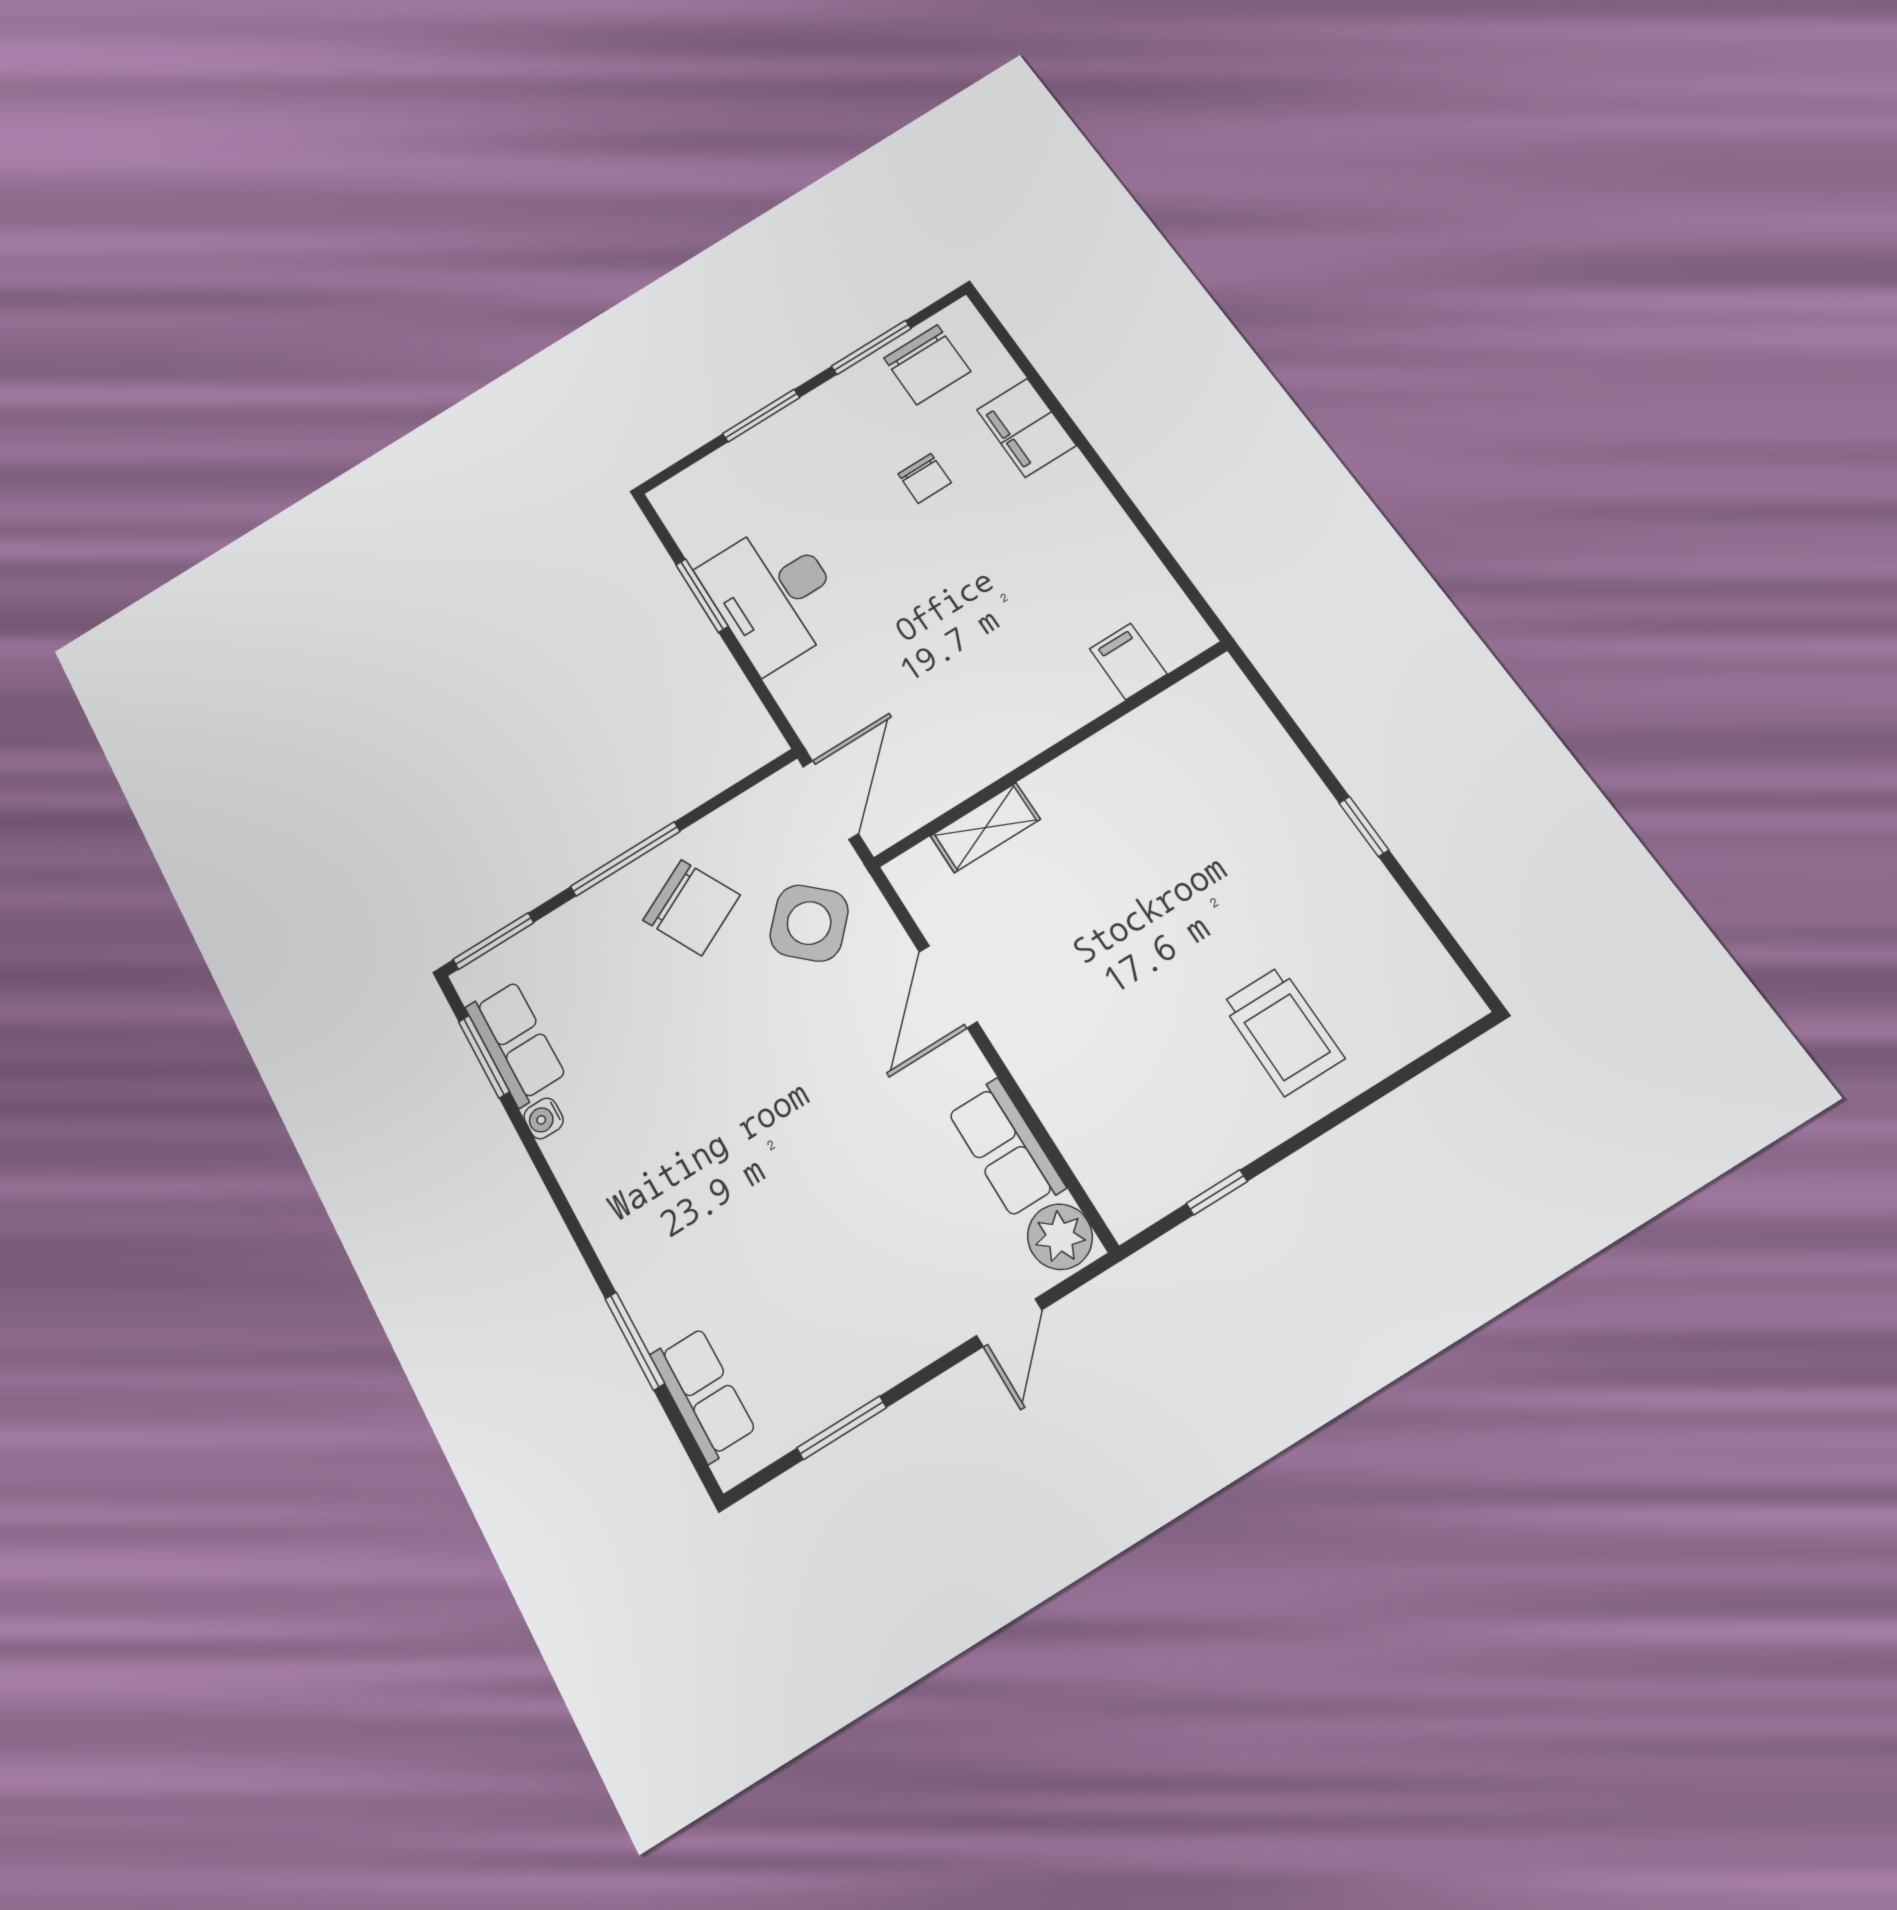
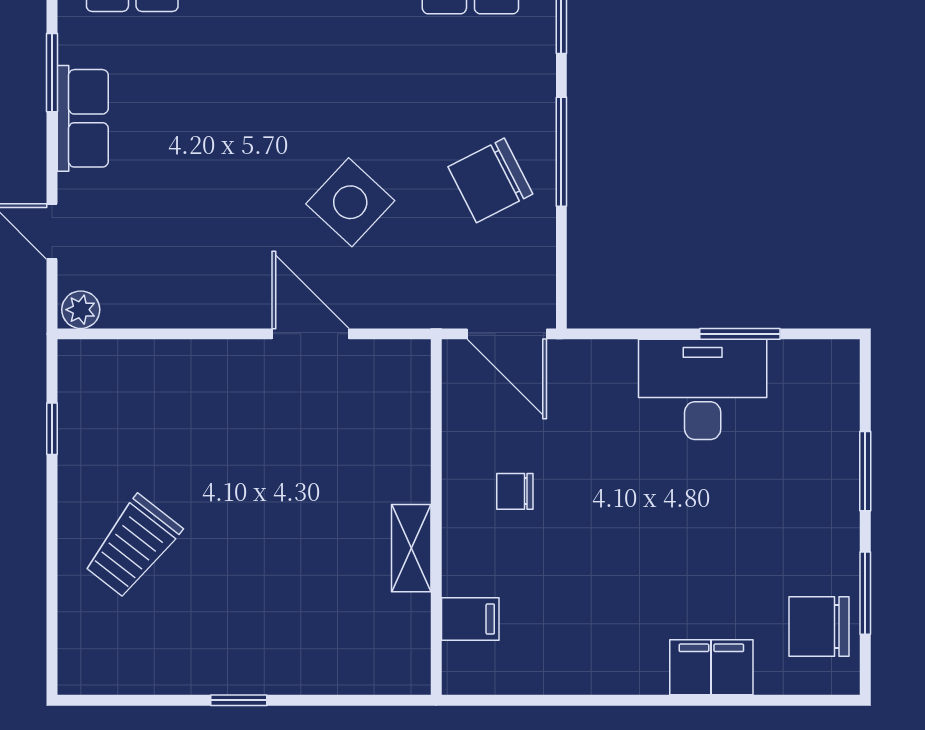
chair: (925, 478) -> (515, 491), moved
shelving: (985, 828) -> (411, 548), moved
side table: (809, 923) -> (350, 202), moved
trolley: (1282, 1031) -> (133, 547), turned -52
row of seats: (1006, 1148) -> (83, 118), moved, turned 90
plant: (1060, 1237) -> (81, 310), width x0.73, depth x0.73

